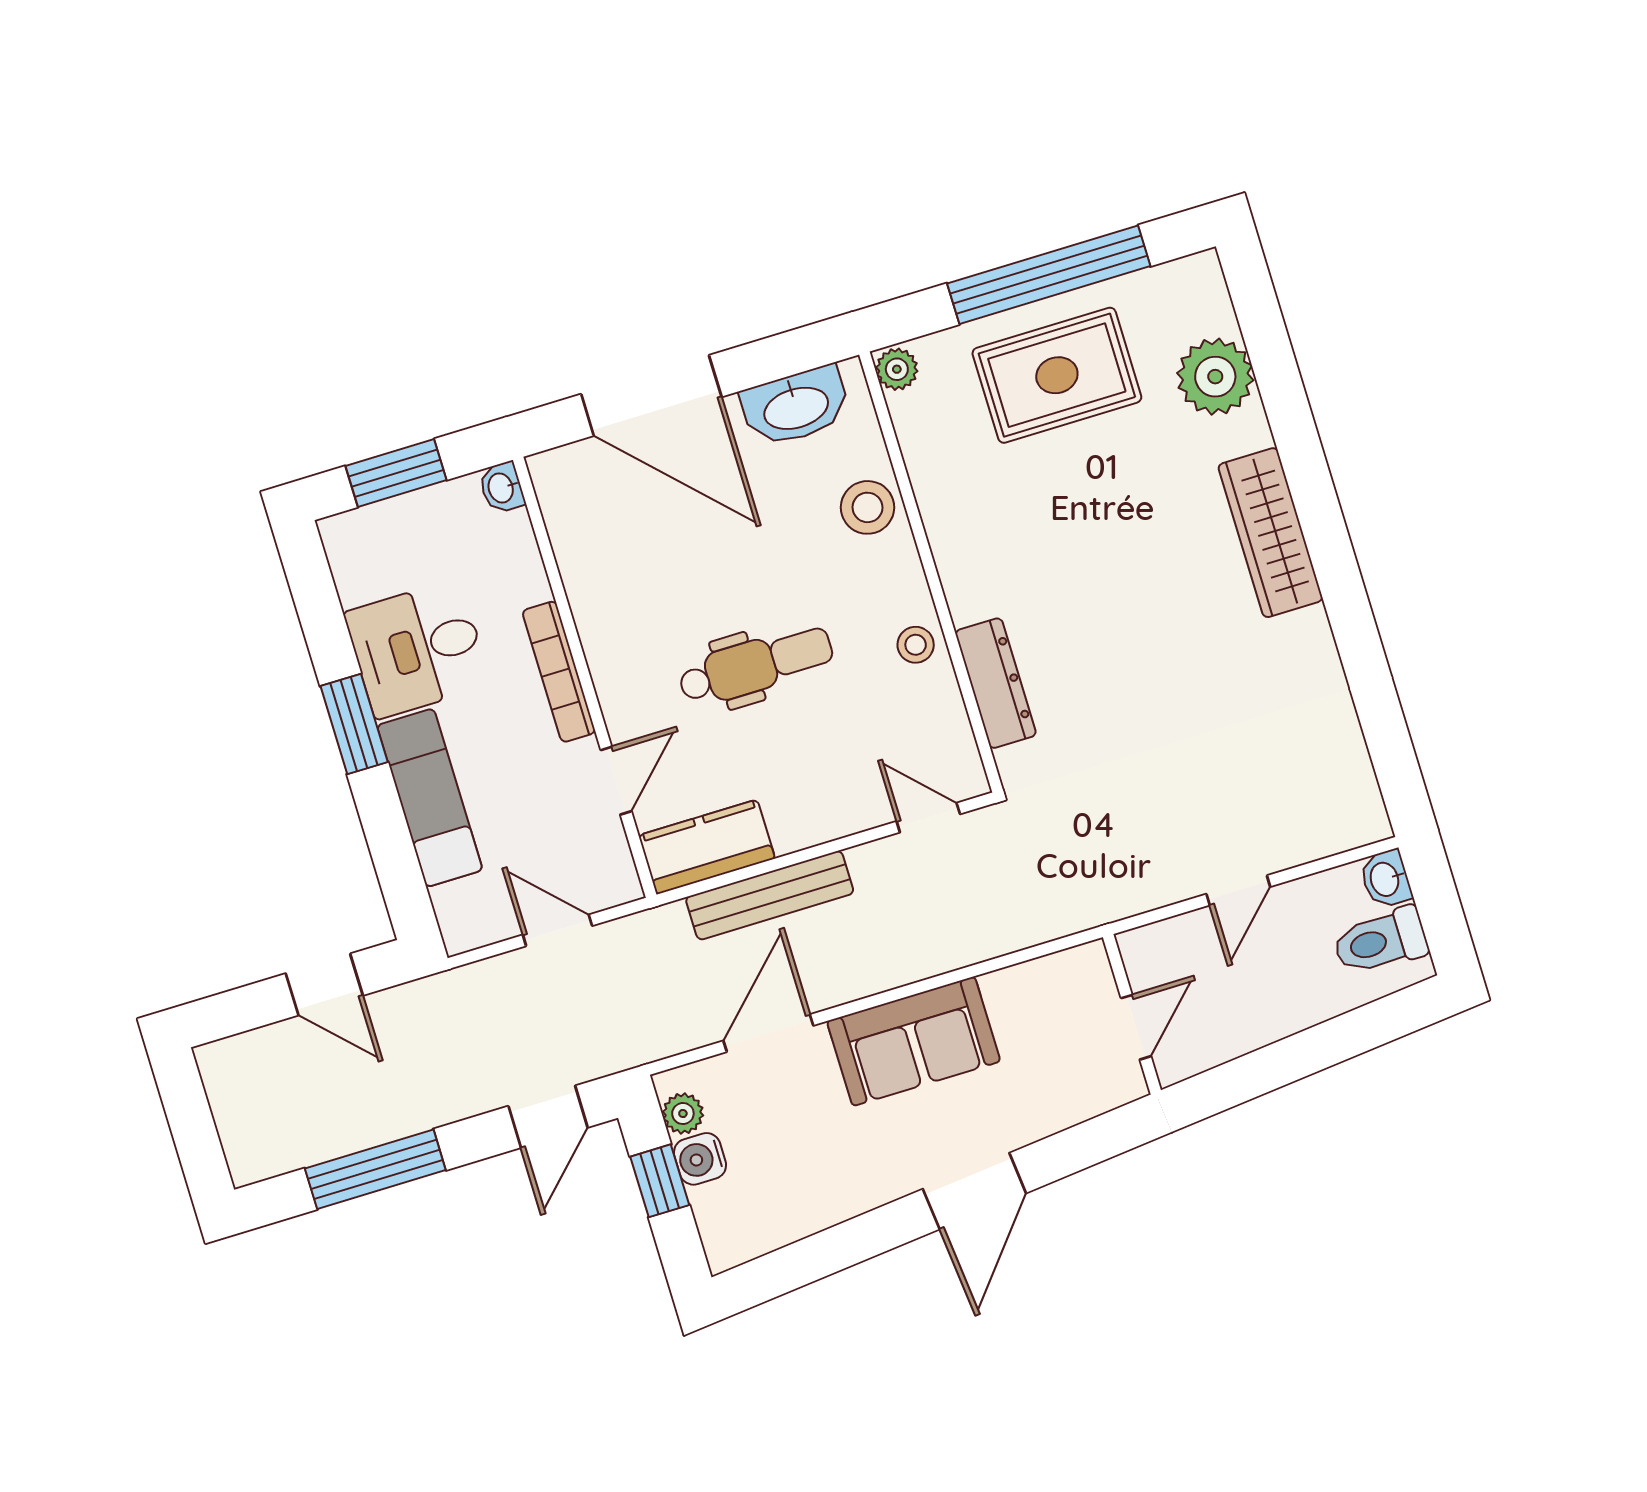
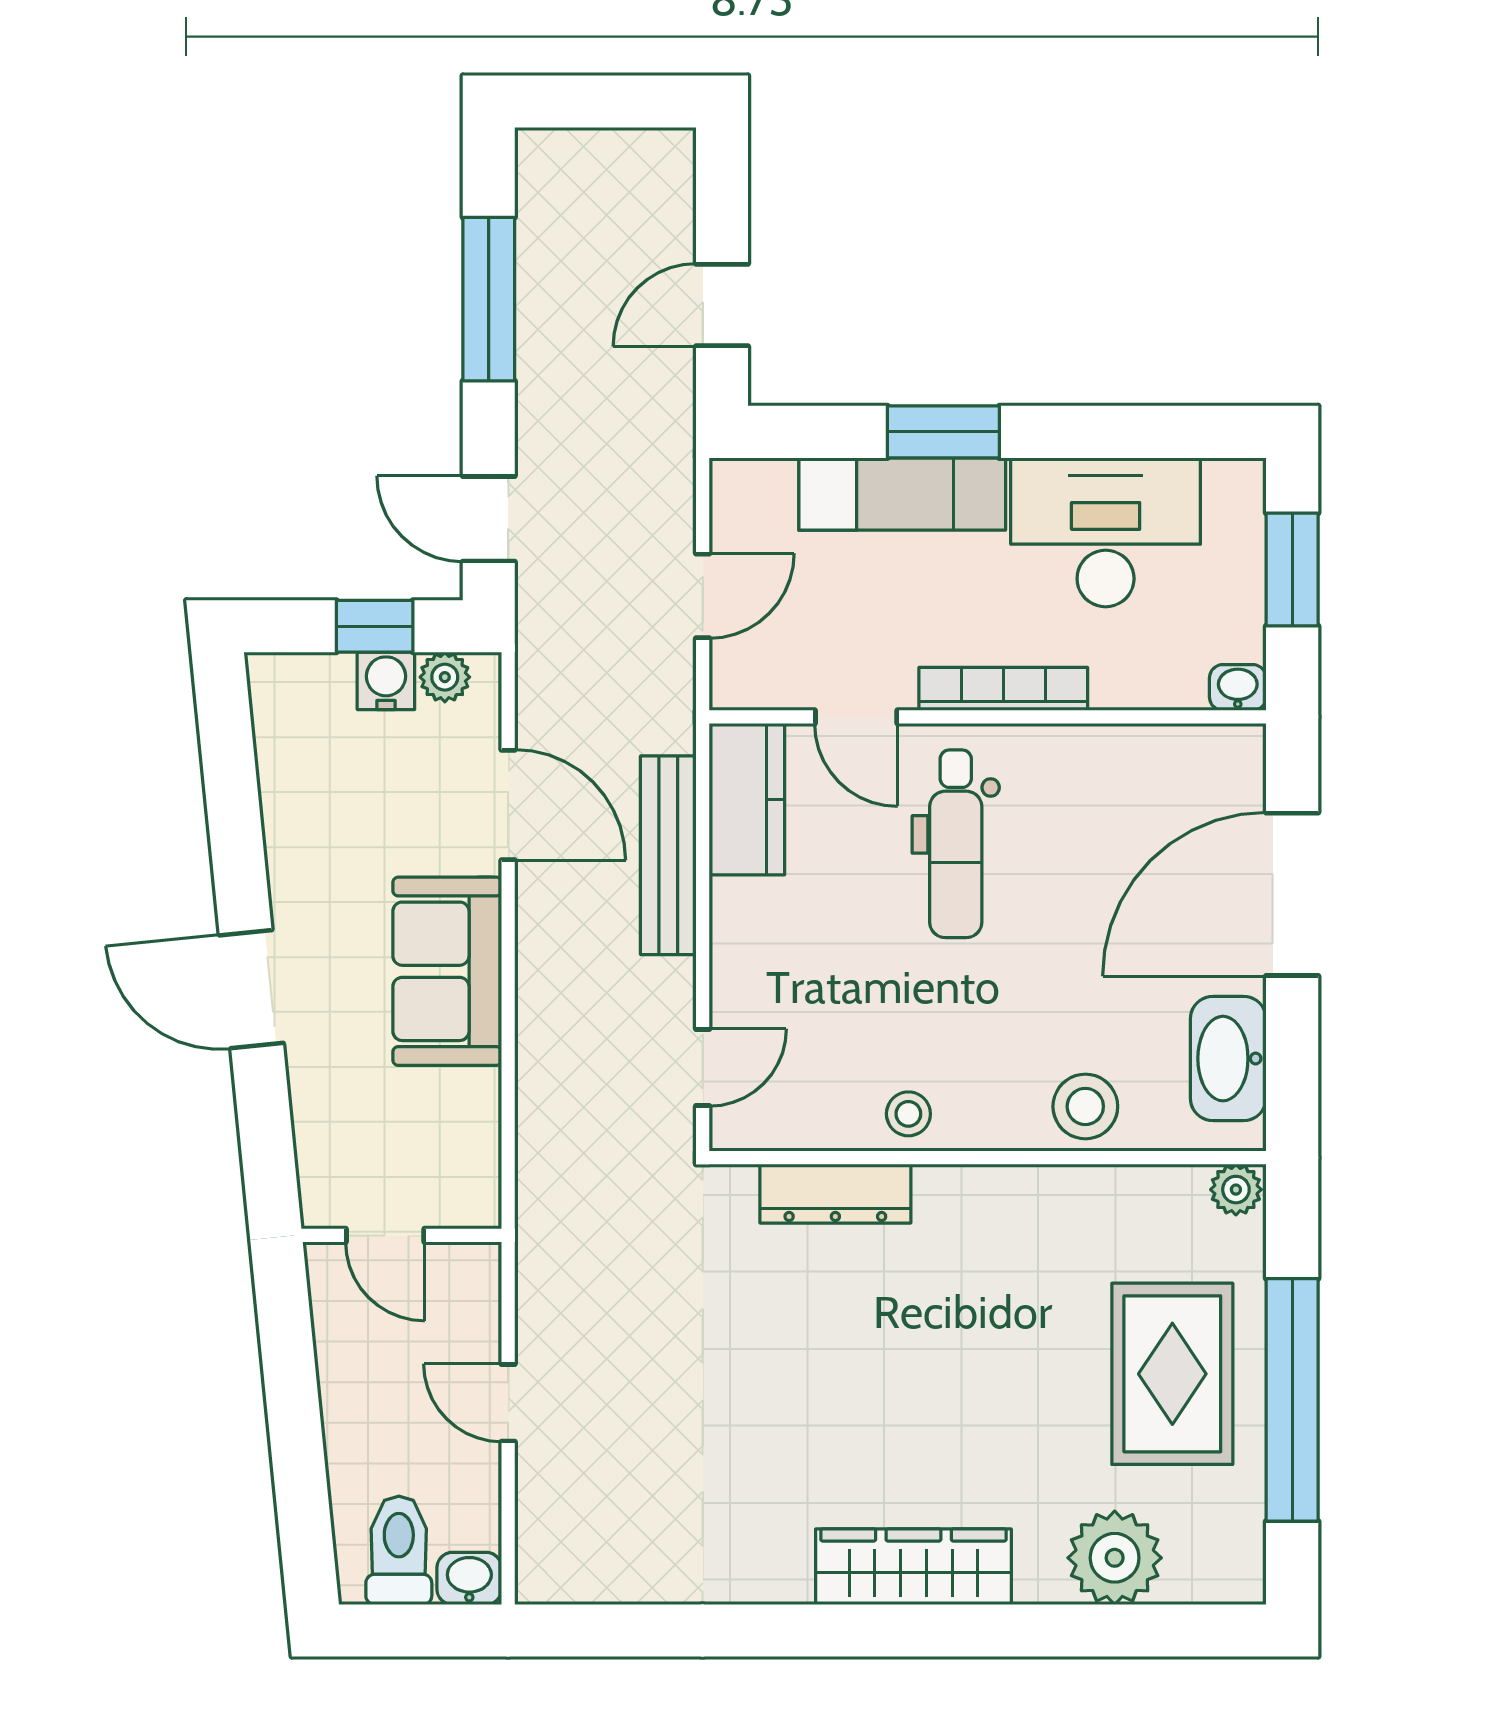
desk: (417, 649) -> (1106, 532), width x1.37
dental chair: (756, 665) -> (956, 844), moved
window: (354, 724) -> (943, 432), moved

